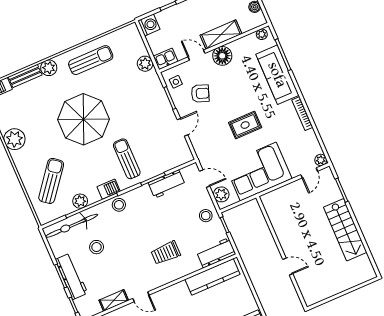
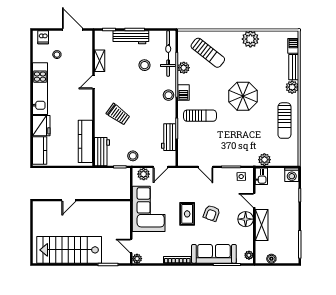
door: (196, 55) -> (254, 200), swing flipped
armchair: (200, 93) -> (212, 213), moved
parasol: (83, 119) -> (243, 96), width x0.73, depth x0.73
stairs: (345, 230) -> (69, 250), width x1.36, depth x1.51
trolley: (166, 253) -> (118, 114), turned 126

